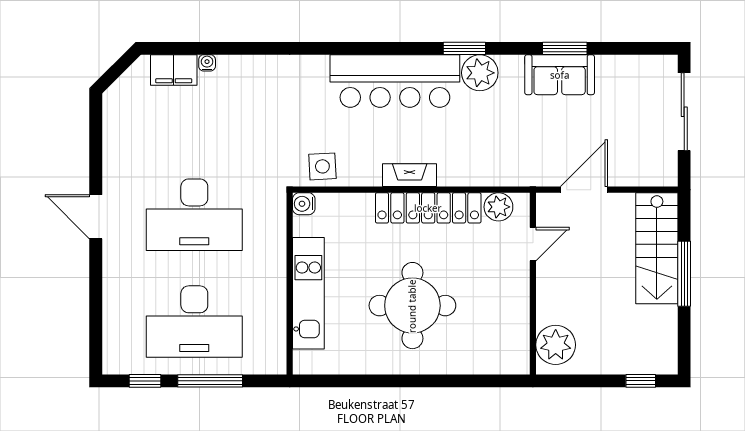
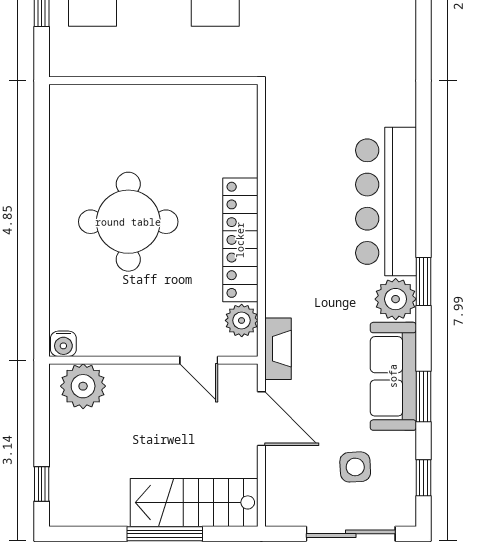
window: (635, 48) -> (424, 478), added
sofa: (560, 75) -> (393, 376), width x1.36
side table: (322, 166) -> (355, 467), moved
fireplace: (410, 175) -> (278, 349), moved
water cooler: (304, 204) -> (63, 344), moved, turned 180
kitchen unit: (308, 293) -> (142, 102), removed

